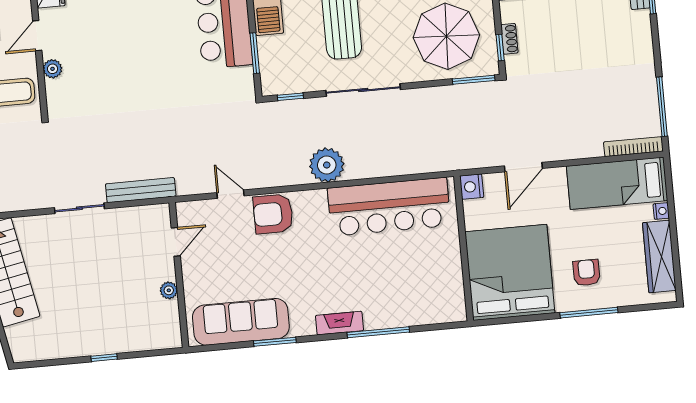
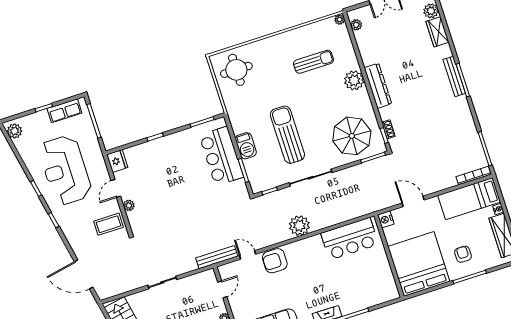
door: (523, 167) -> (413, 201), swing flipped
bench: (141, 190) -> (217, 257), moved
bar counter: (389, 207) -> (350, 239), width x0.73

